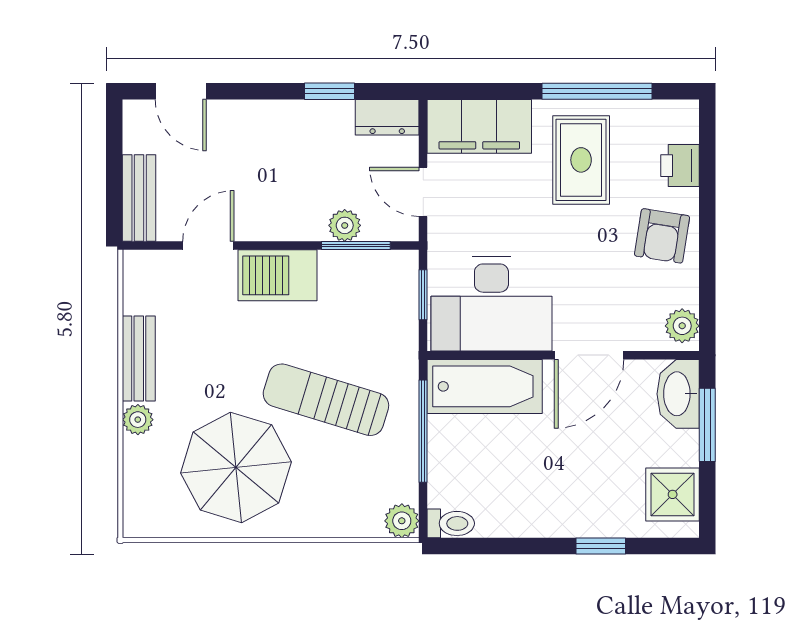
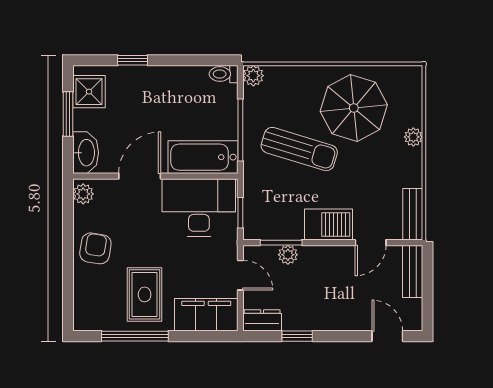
printer: (680, 166) -> (85, 291), removed
bench: (139, 358) -> (413, 214), moved
window: (707, 425) -> (68, 114), moved

